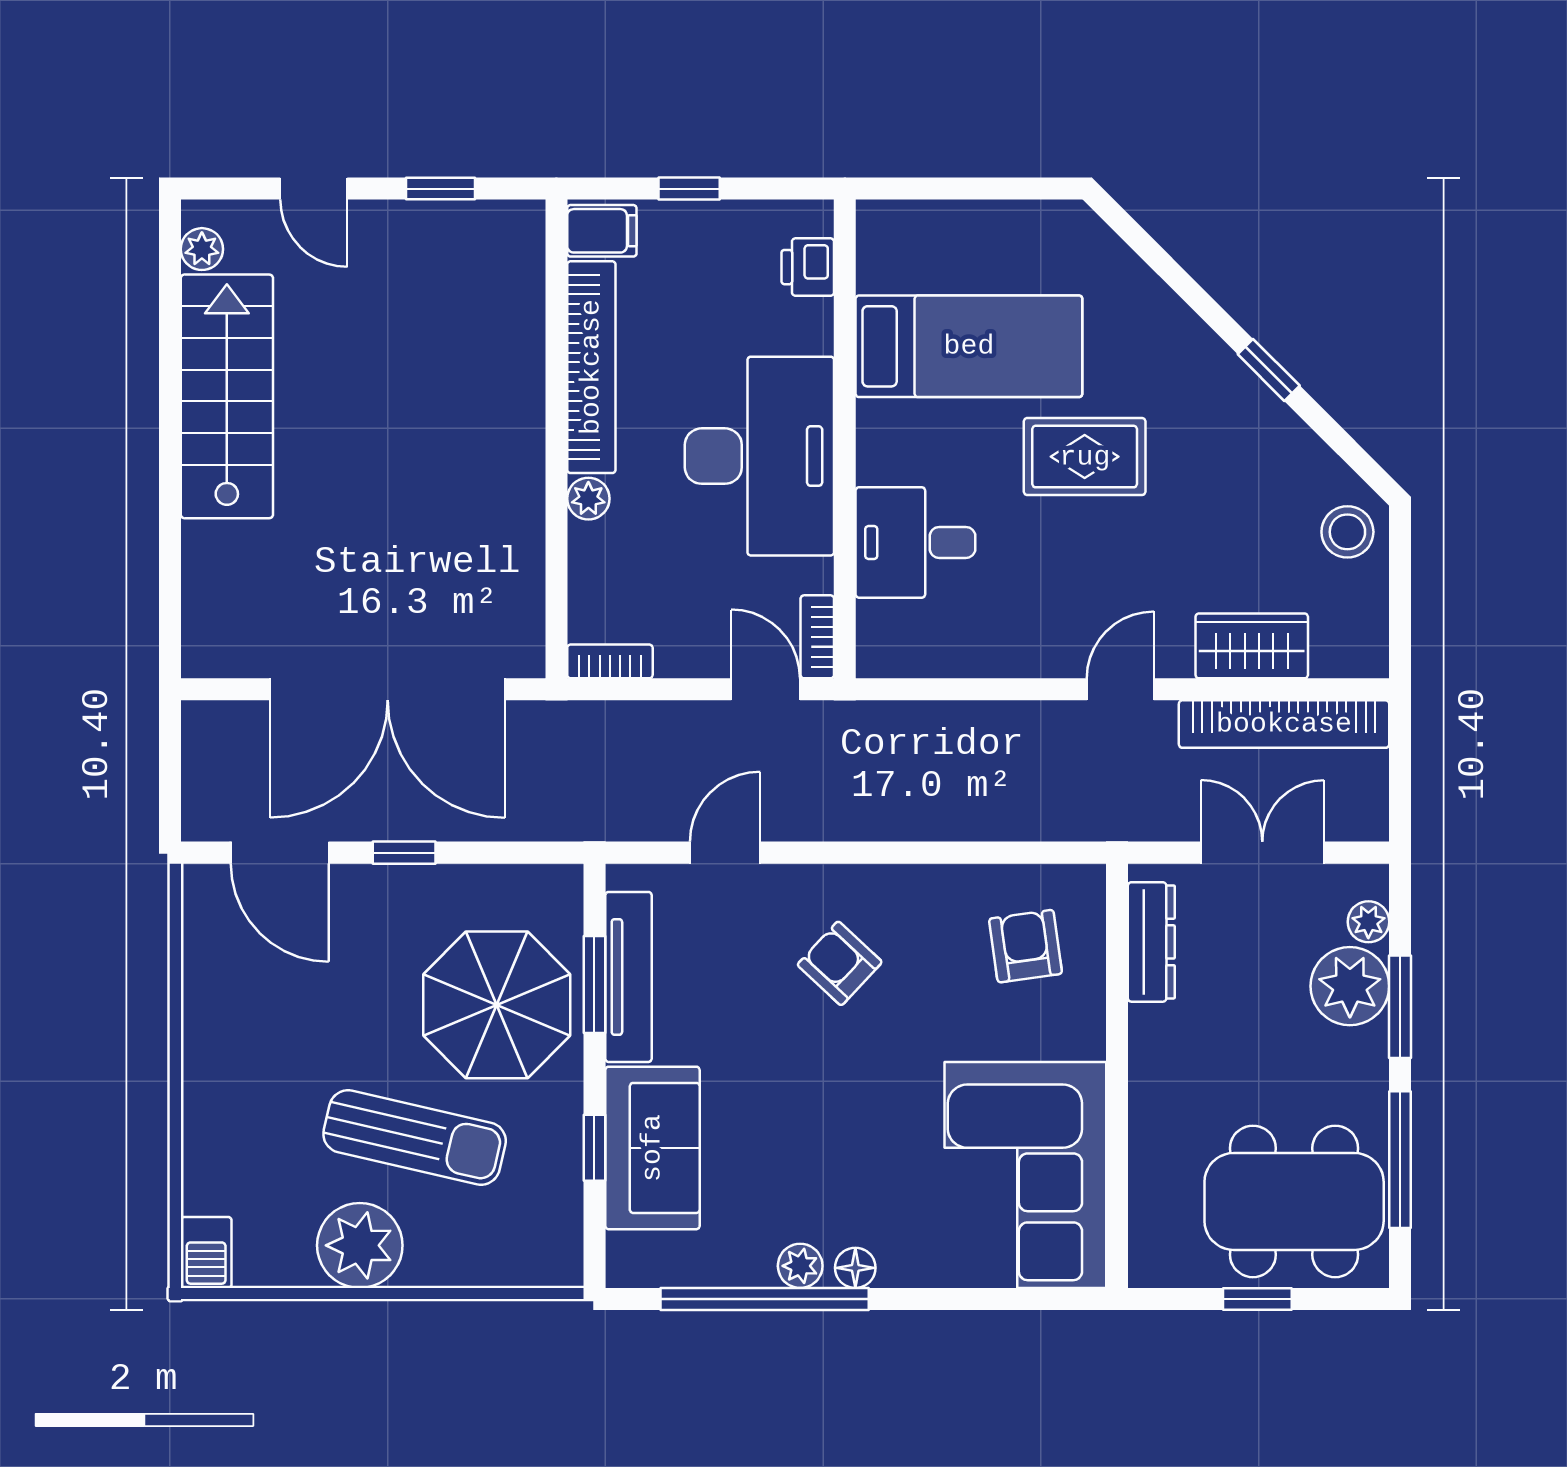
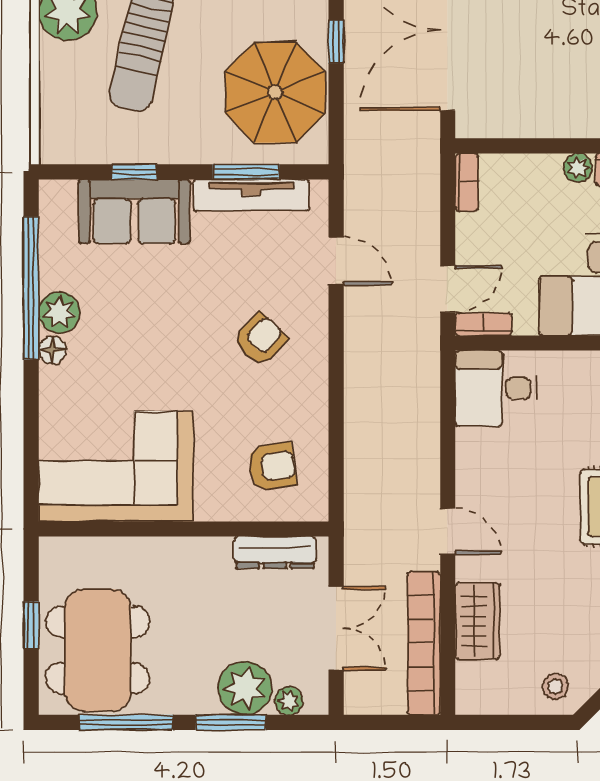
stool: (1347, 532) -> (555, 686), width x0.73, depth x0.73
desk: (915, 542) -> (496, 388), moved, turned -90
parasol: (497, 1005) -> (275, 92), moved
plant: (800, 1266) -> (59, 312), width x1.38, depth x1.38

